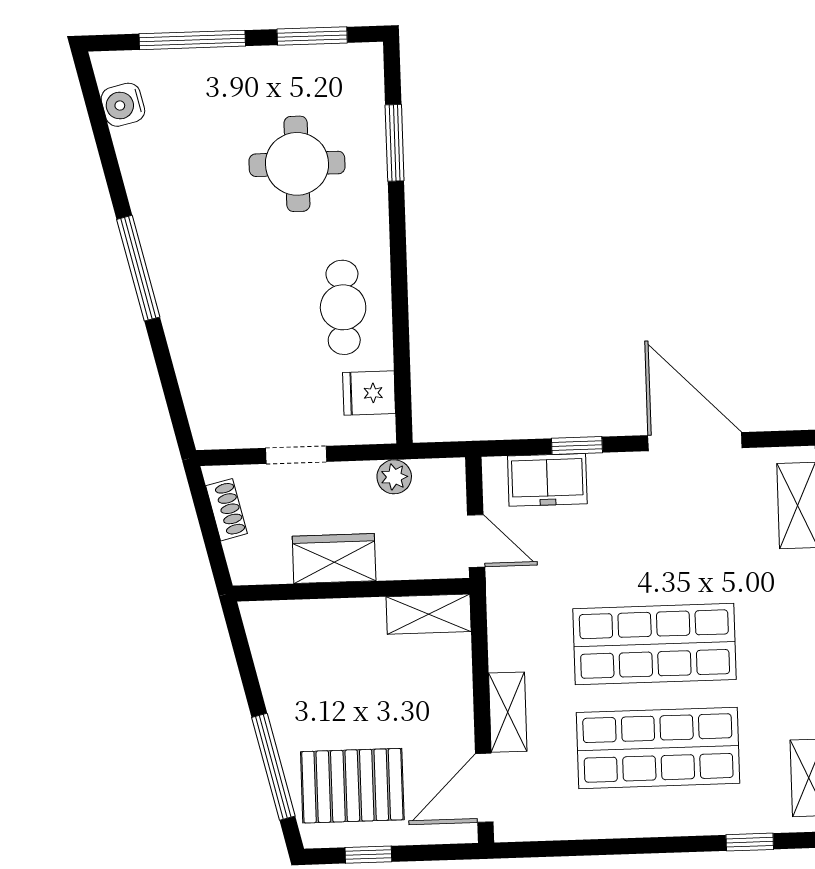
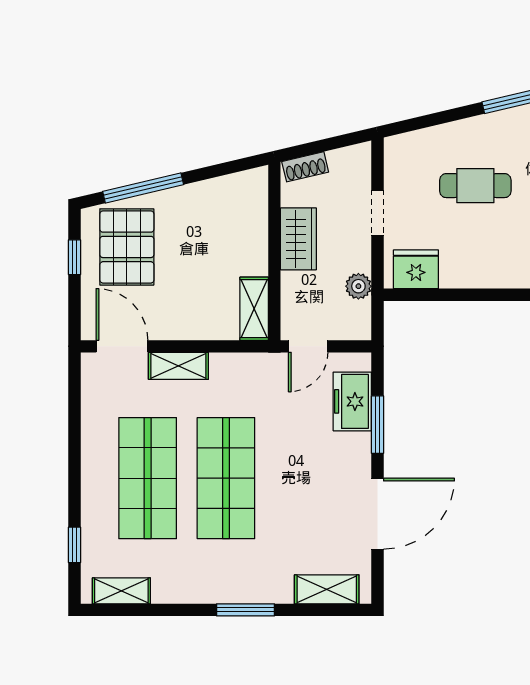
cafe table: (343, 307) -> (475, 186), moved
fridge: (369, 393) -> (416, 269), width x1.38
window: (577, 446) -> (377, 425), width x1.50
shoe rack: (226, 510) -> (305, 167), moved

